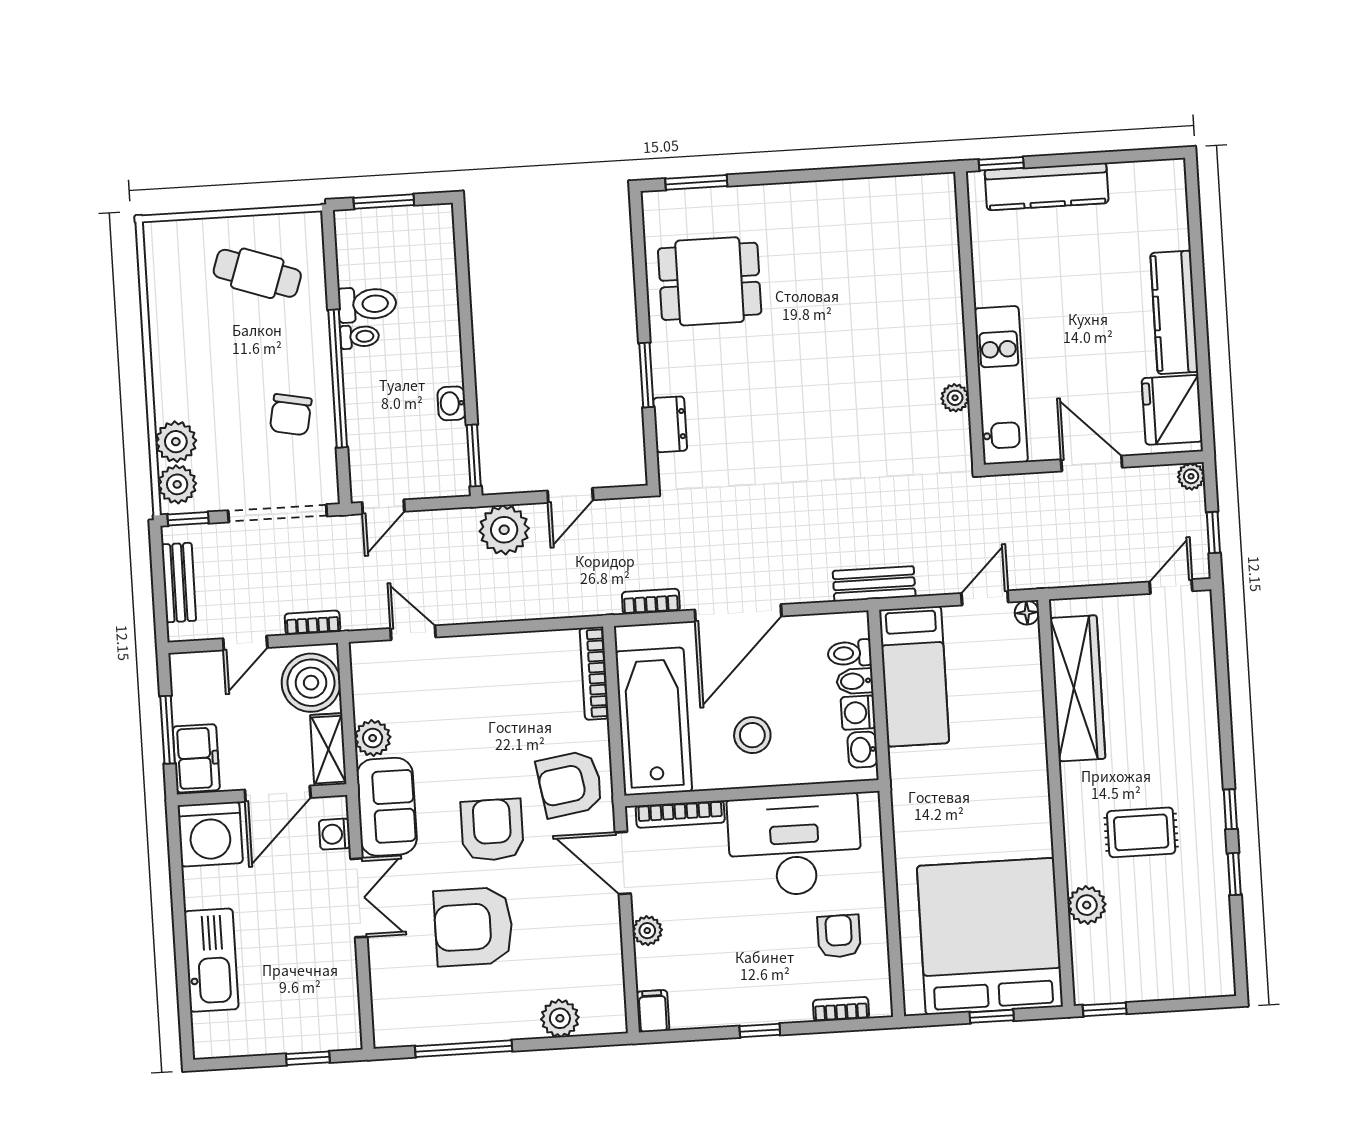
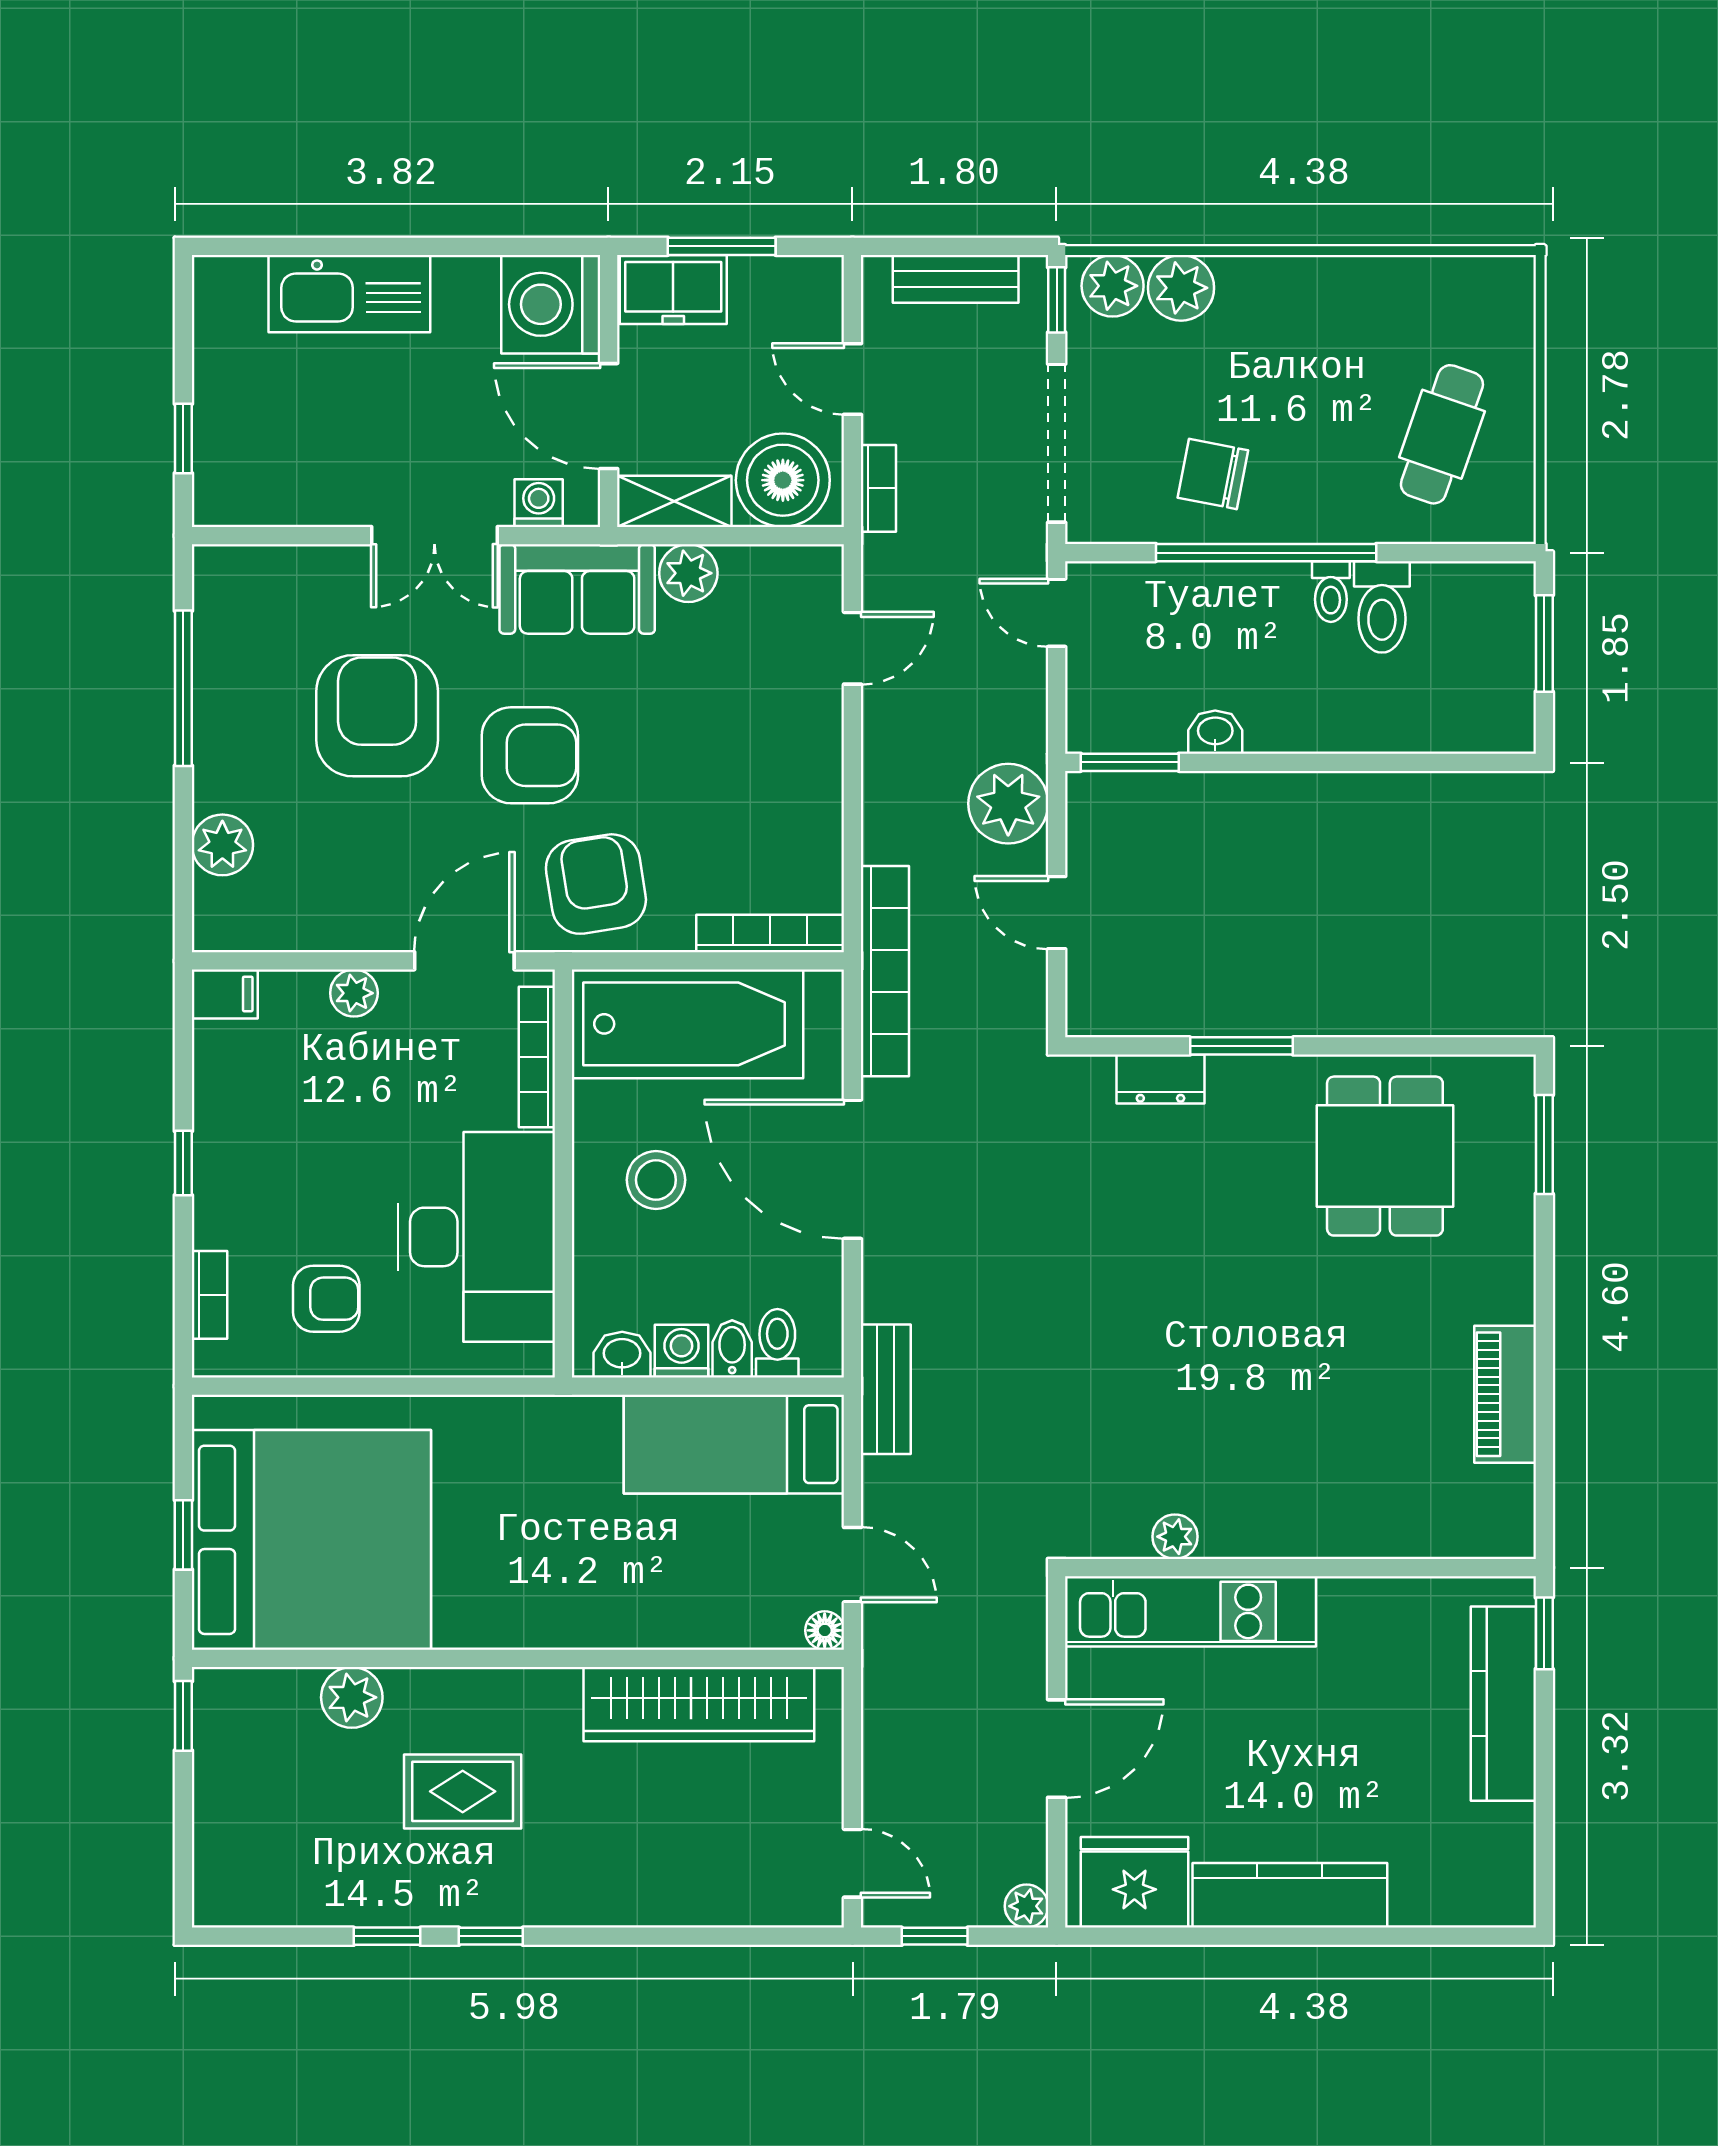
piano: (854, 197) -> (1505, 1394), added
bookcase: (651, 602) -> (885, 971), width x2.31, depth x1.31
rug: (1141, 832) -> (463, 1791), turned 90

